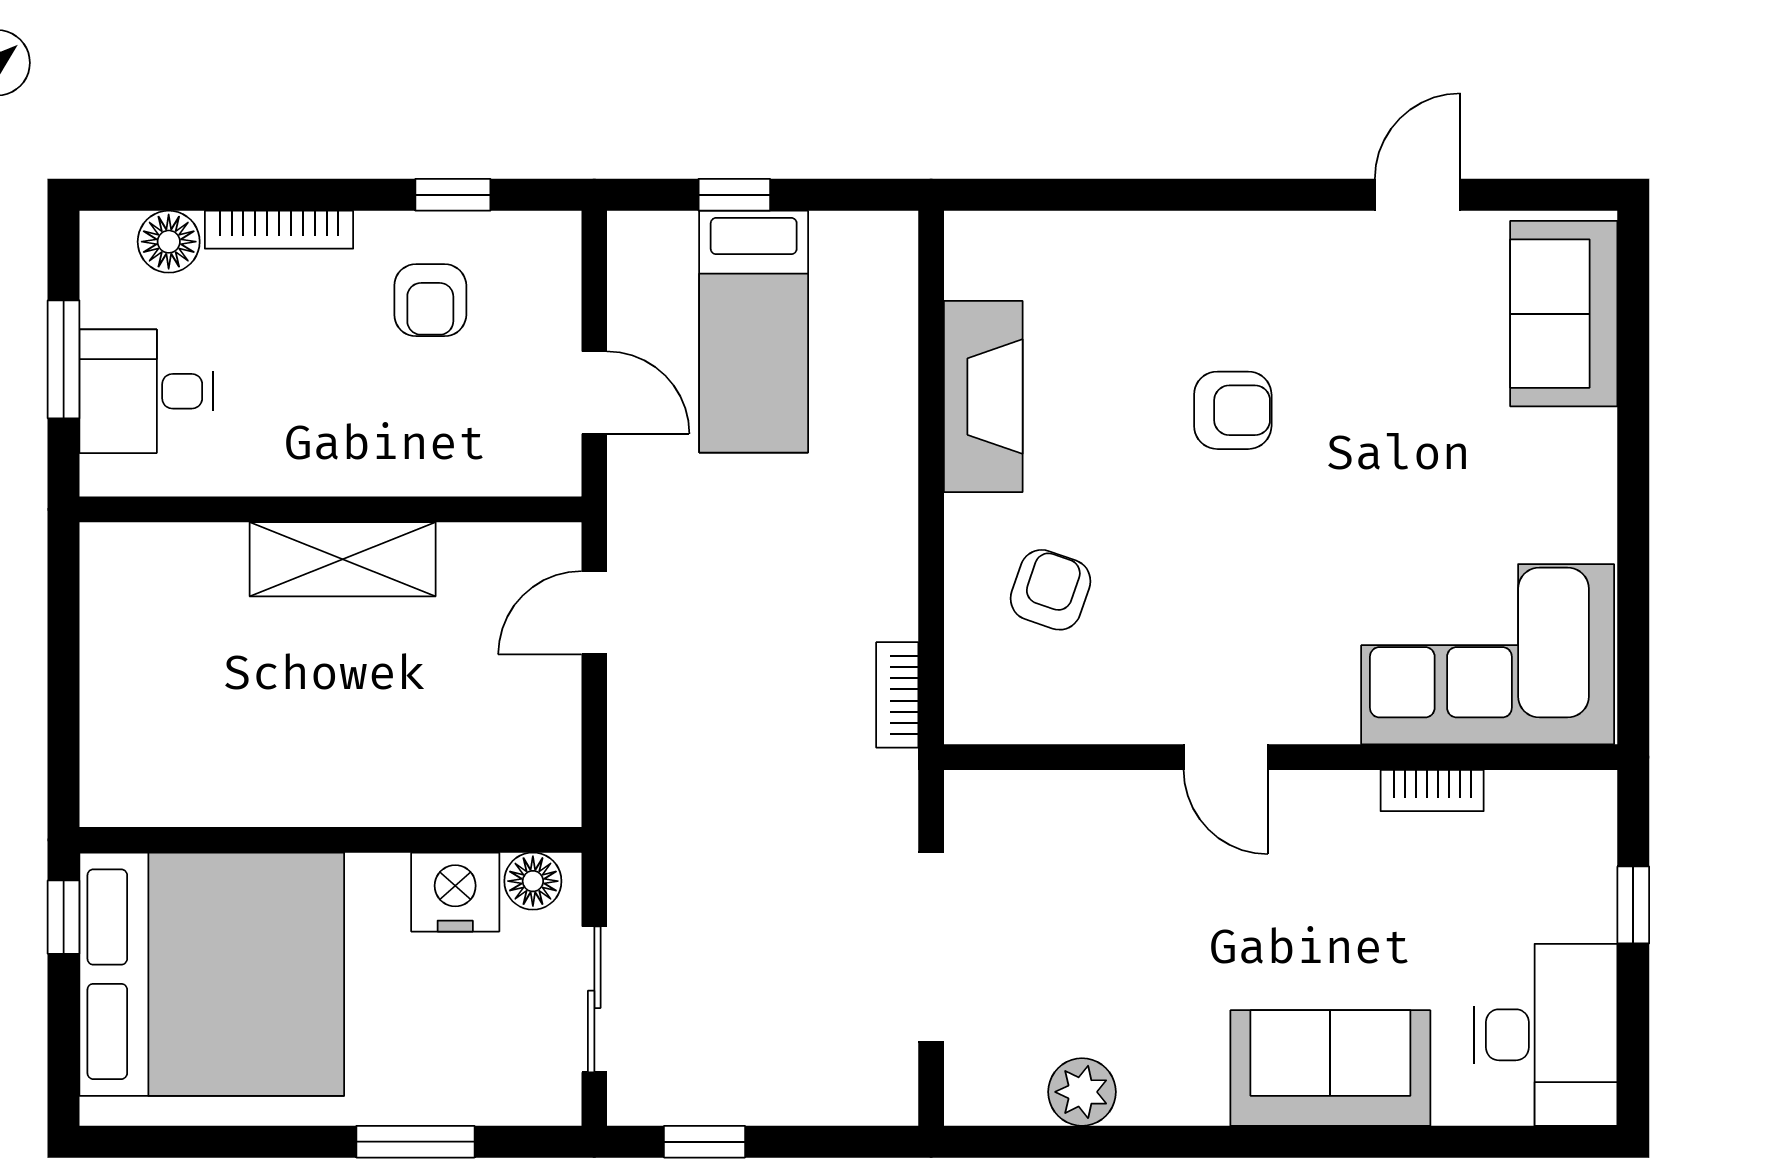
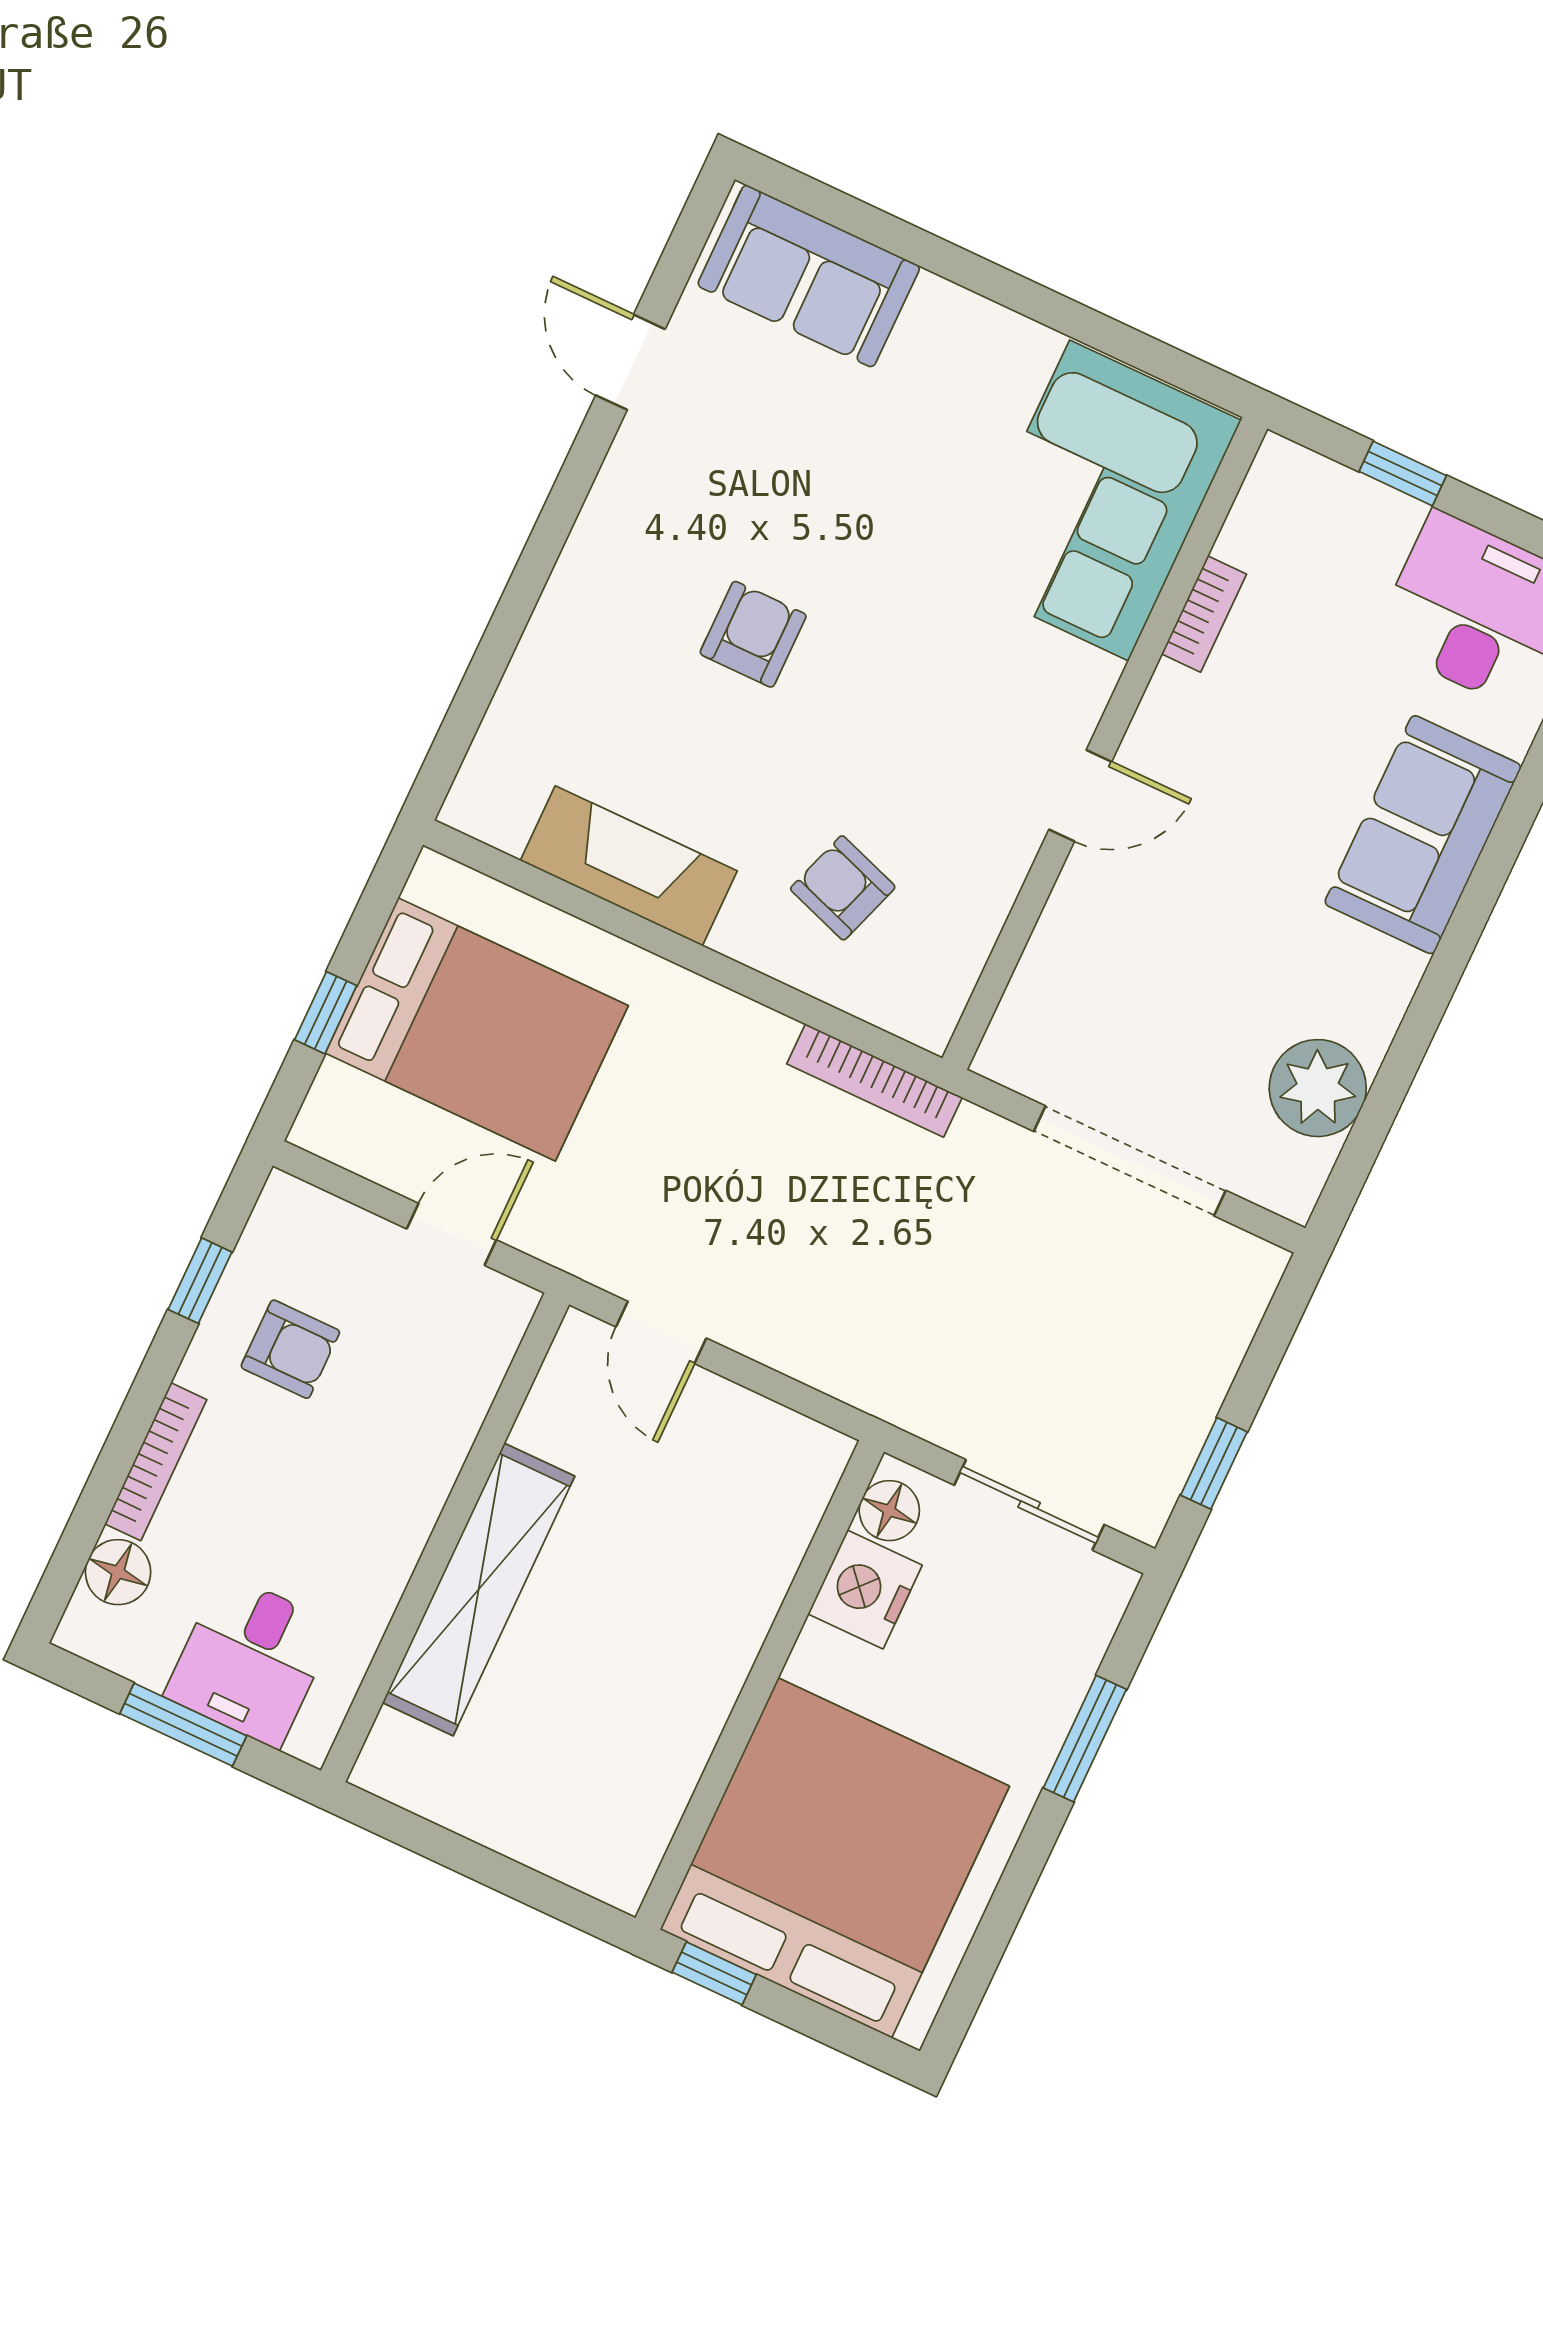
bed: (754, 332) -> (477, 1029), width x1.50
shelving: (343, 559) -> (479, 1589), width x1.47
bookcase: (897, 695) -> (874, 1081), width x1.56
plant: (1082, 1092) -> (1318, 1088), width x1.36, depth x1.36

